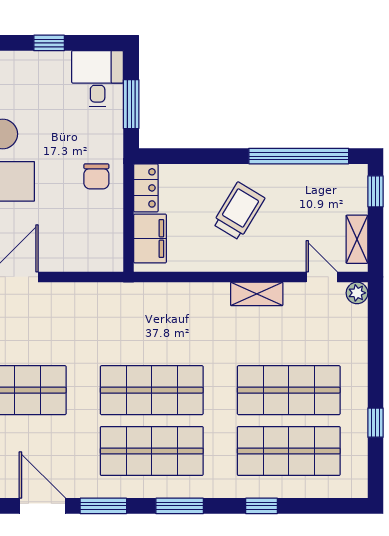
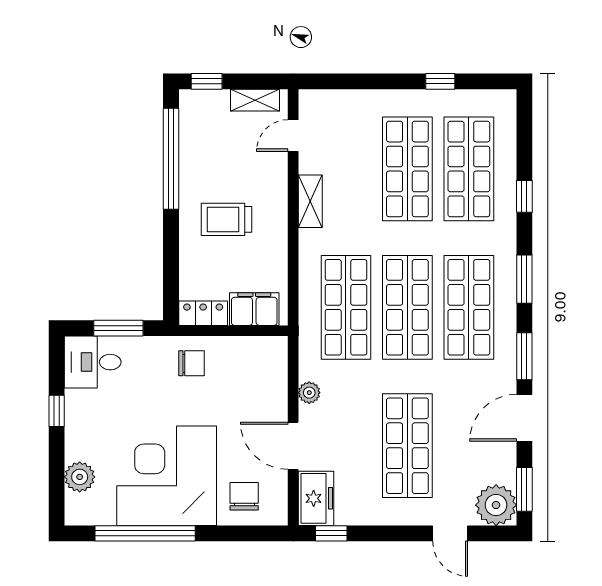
trolley: (239, 211) -> (226, 219), turned -31
plant: (357, 293) -> (309, 393), moved
shop shelf: (152, 329) -> (346, 307), added

